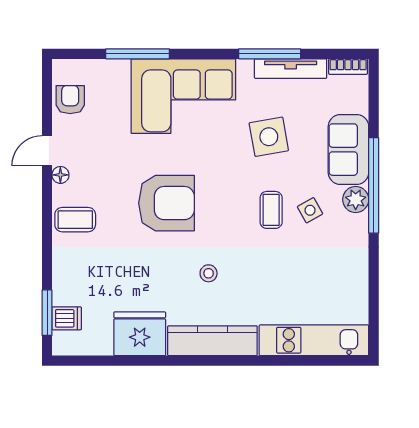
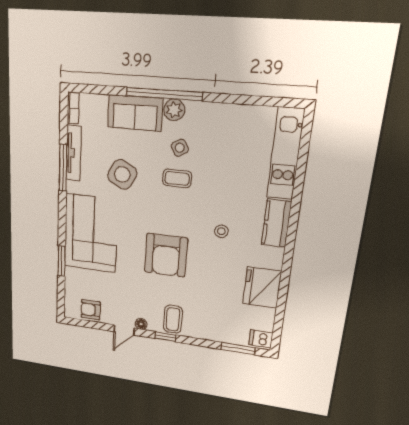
window: (138, 54) -> (61, 261), width x0.69
side table: (269, 137) -> (122, 175), turned 38
door: (47, 151) -> (124, 330), hinge flipped
armchair: (166, 203) -> (166, 255), turned 180
window: (47, 211) -> (165, 337), added
dishwasher: (67, 318) -> (261, 339), moved, turned -90
kitchen counter: (212, 341) -> (276, 223), width x0.67

